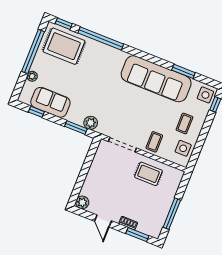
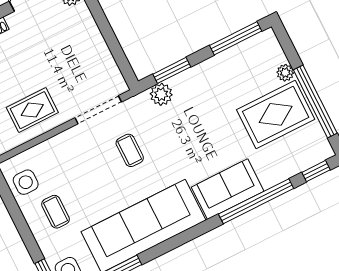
rug: (64, 46) -> (276, 114), moved
sofa: (50, 102) -> (228, 189), moved, turned 180
window: (36, 112) -> (236, 38), width x2.17
coffee table: (154, 142) -> (130, 150), moved

